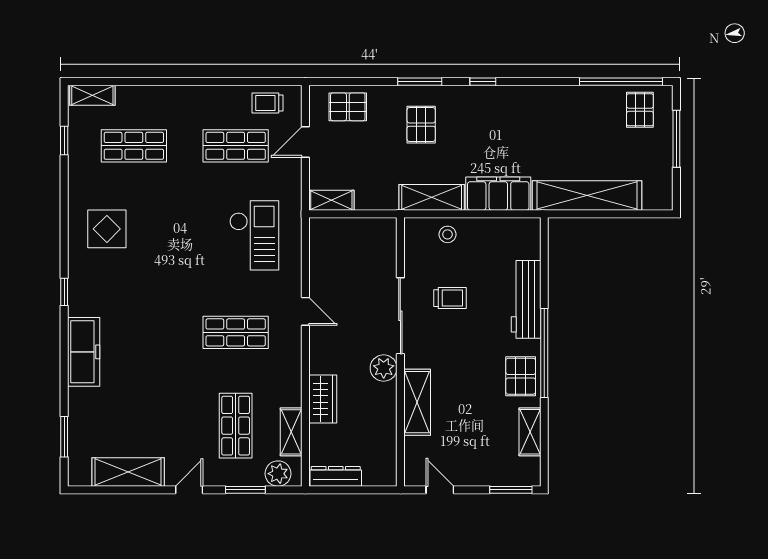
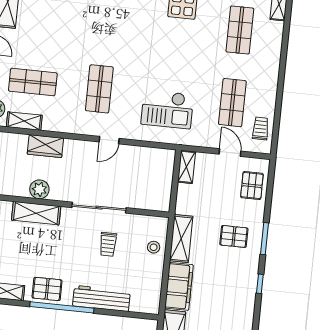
plant: (384, 368) -> (39, 189), moved

